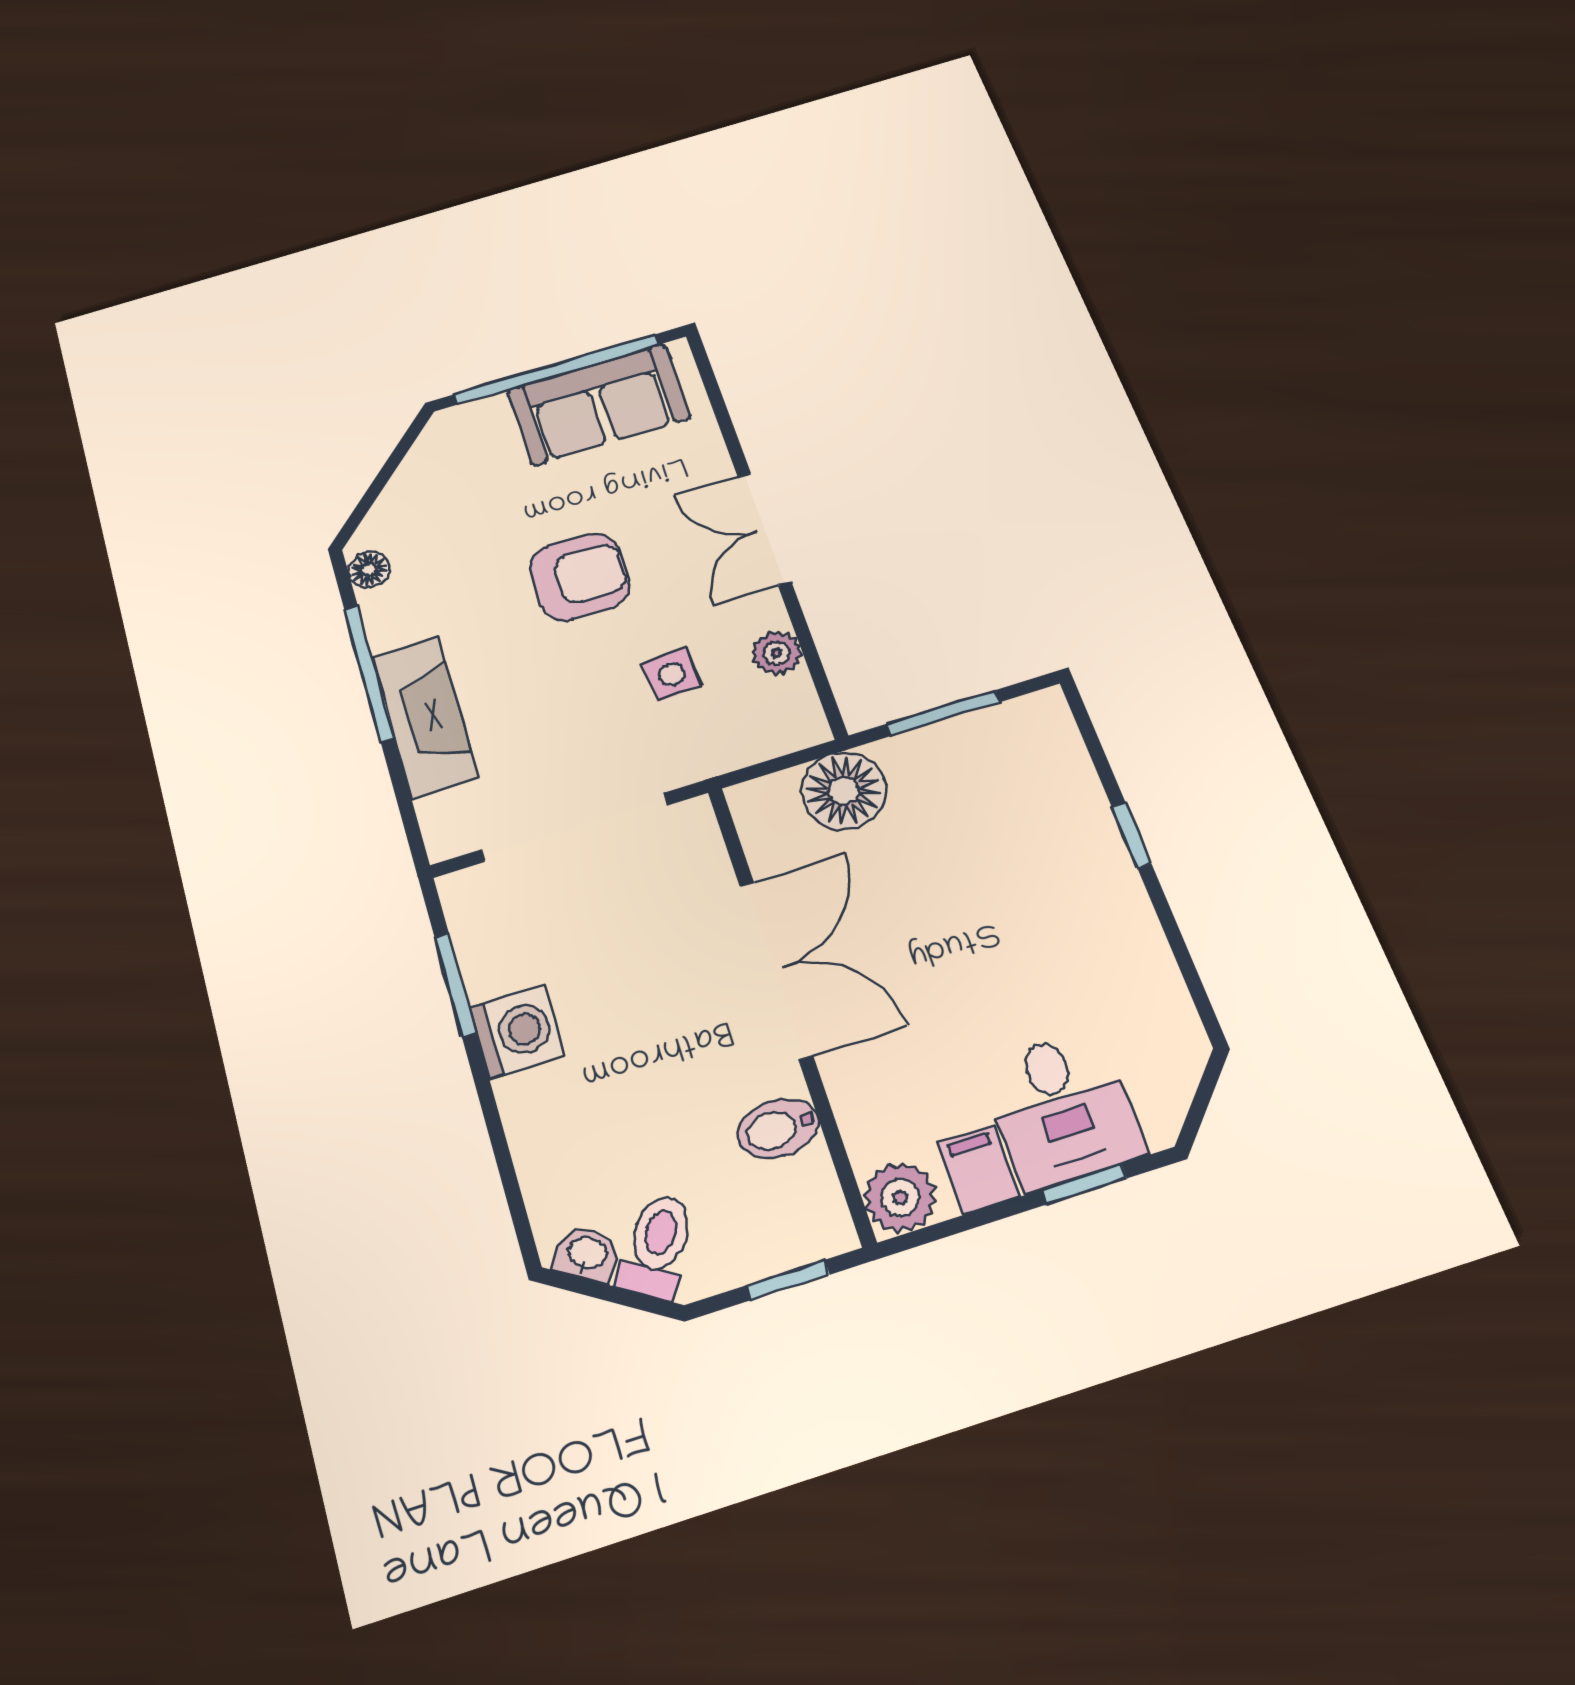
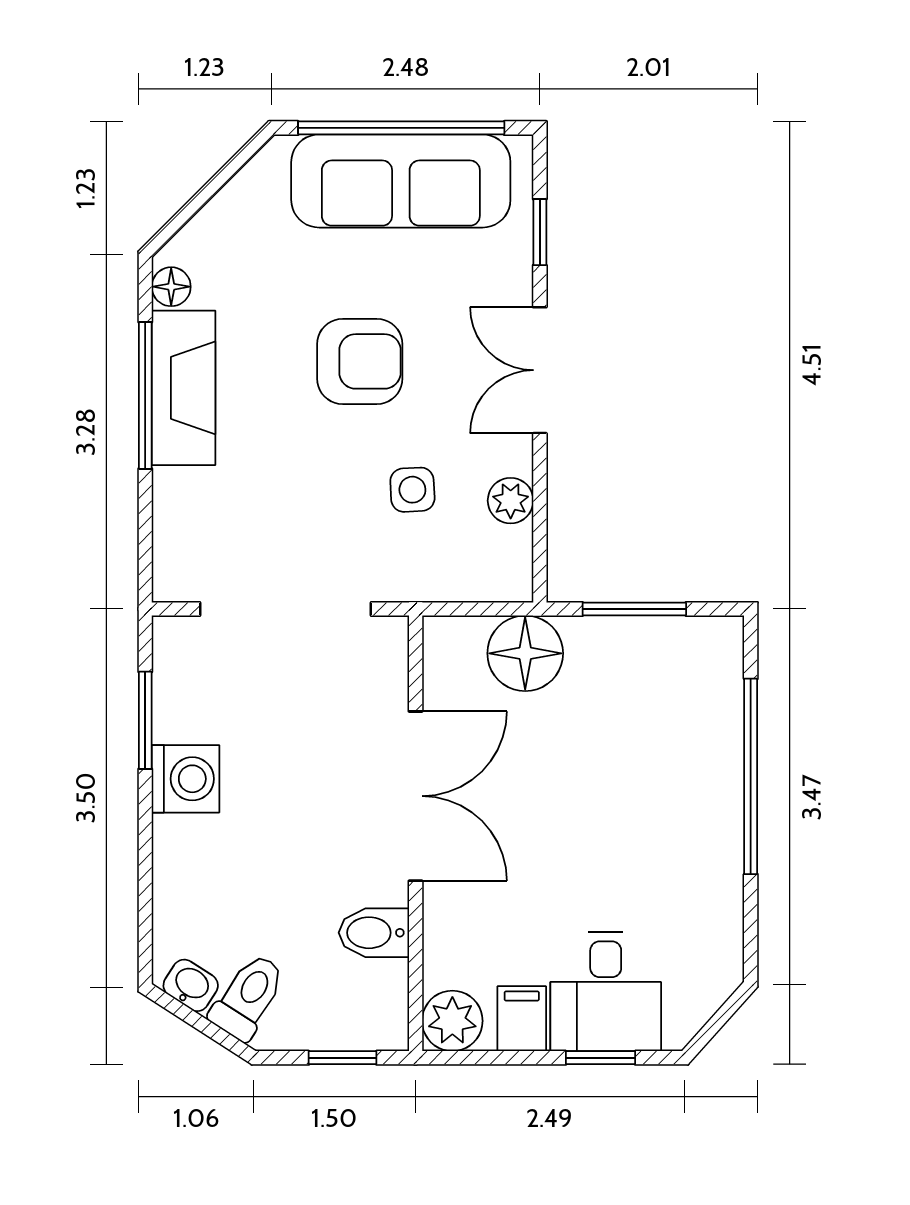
sofa: (599, 404) -> (401, 181), width x1.36
window: (721, 413) -> (540, 232), added
fireplace: (425, 717) -> (184, 388), moved
window: (1131, 835) -> (751, 776), width x3.17

